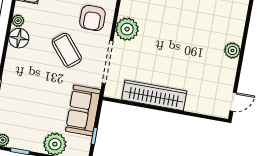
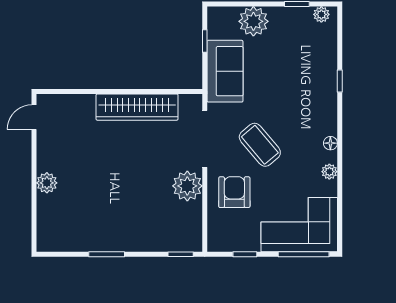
floor lamp: (19, 38) -> (330, 143), width x0.53, depth x0.53

